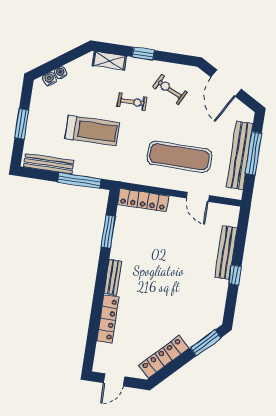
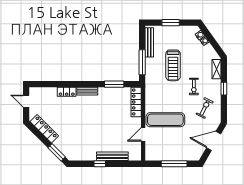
bench: (240, 155) -> (172, 156), removed
exercise mat: (179, 157) -> (165, 120), turned 90
locker: (108, 319) -> (67, 92), width x0.66

